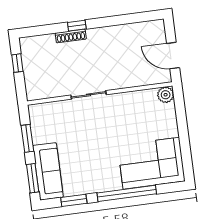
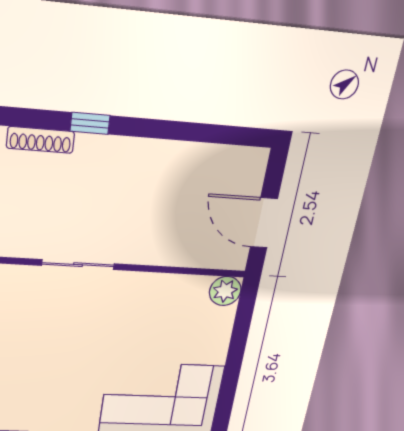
shoe rack: (71, 36) -> (40, 140), moved

